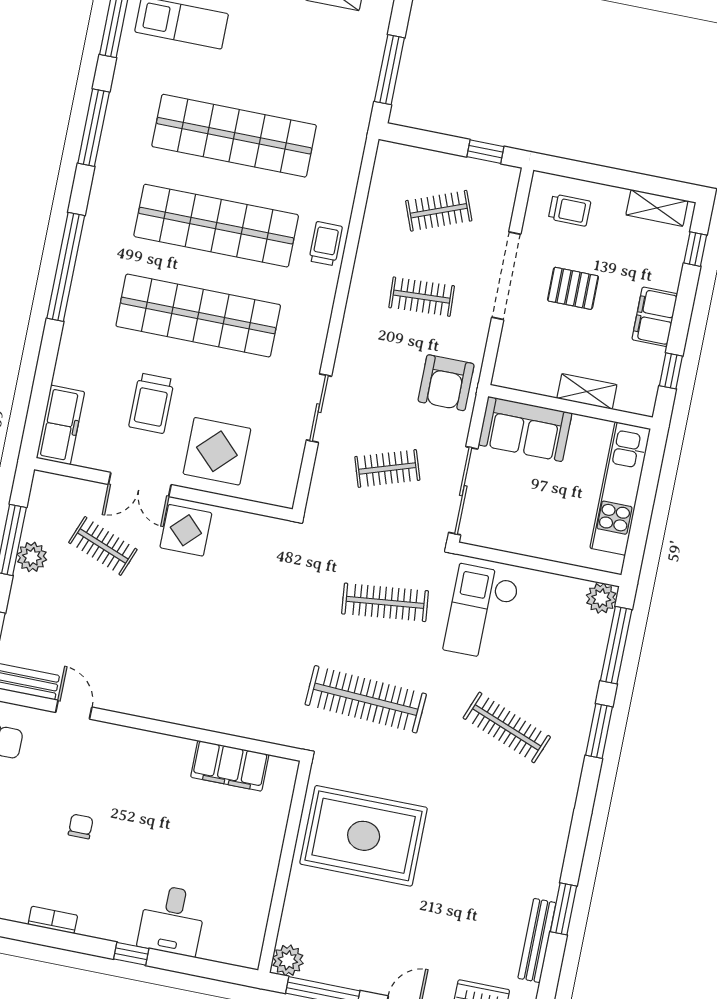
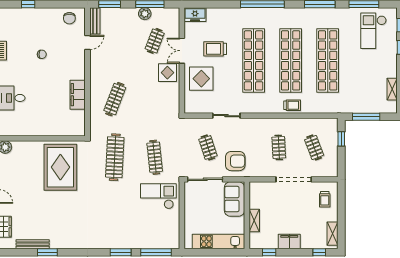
window: (485, 152) -> (341, 139), moved
pallet: (573, 288) -> (294, 207), removed
armchair: (446, 383) -> (235, 161), moved, turned 180
freezer: (60, 425) -> (195, 15), width x0.71
plant: (601, 598) -> (173, 243), removed
clothes rail: (507, 727) -> (115, 99), moved
filing cabinet: (230, 766) -> (78, 95), moved

